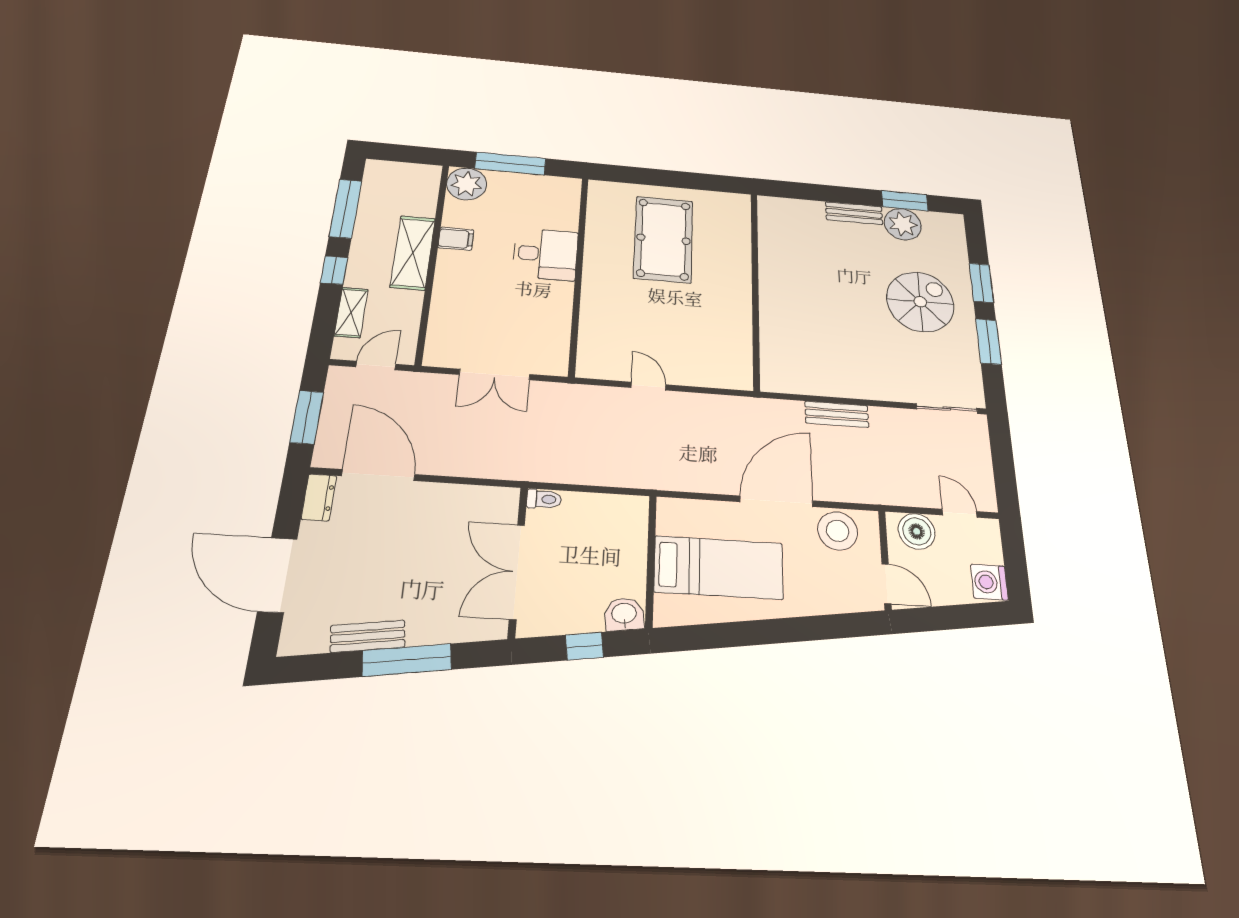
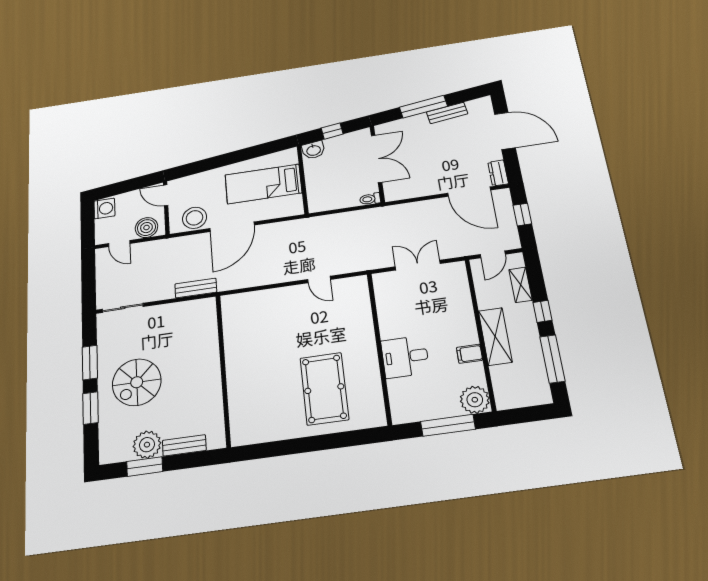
wall: (755, 289) -> (223, 369), moved
window: (307, 417) -> (522, 215), width x0.67

